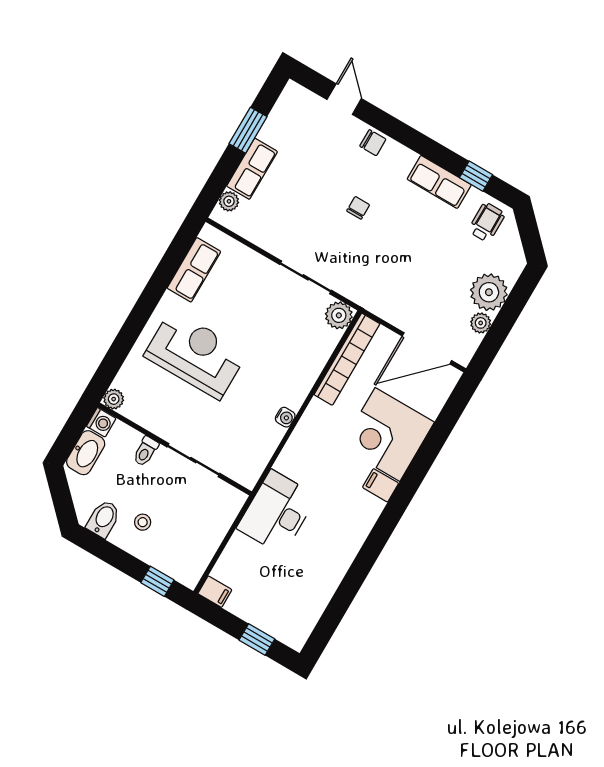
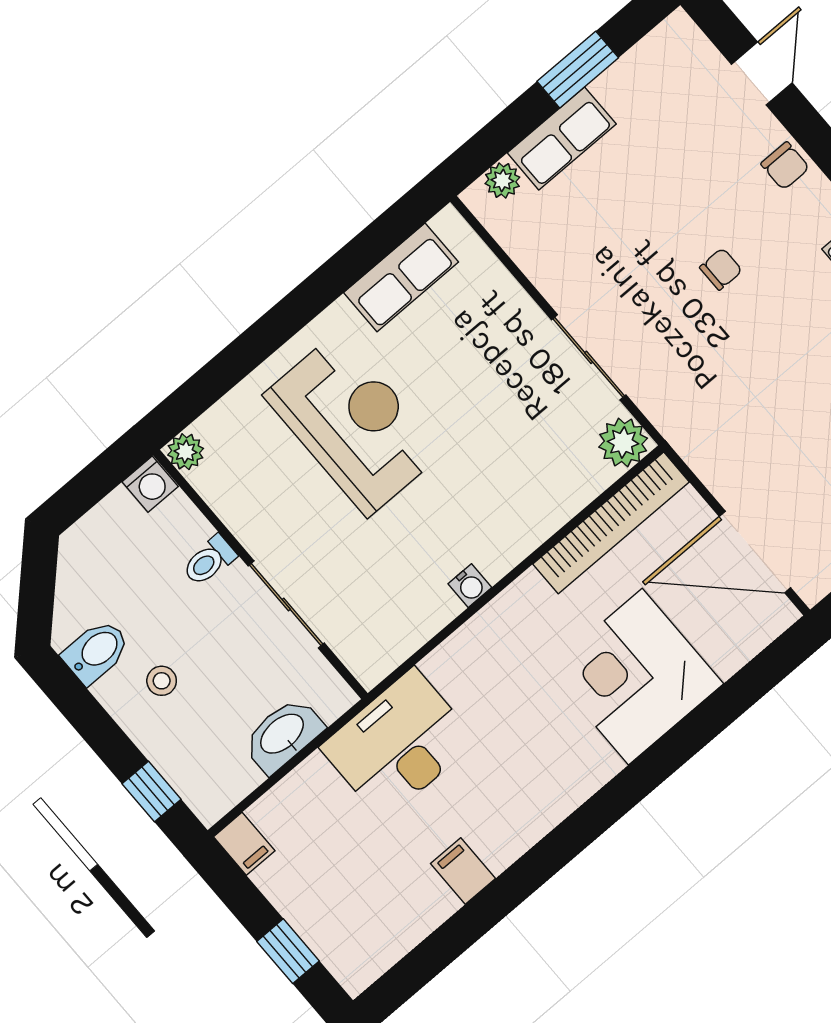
washbasin: (86, 453) -> (283, 735), moved, turned 180
filing cabinet: (381, 485) -> (463, 871), moved

